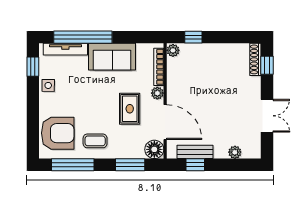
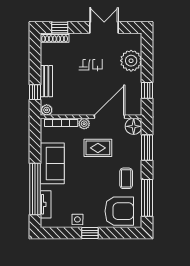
tv unit: (65, 49) -> (46, 204), width x0.71
window: (33, 67) -> (90, 233), moved
armchair: (58, 133) -> (119, 211), turned 90
bench: (195, 152) -> (46, 81), moved
plant: (235, 152) -> (131, 61), width x1.87, depth x1.87

